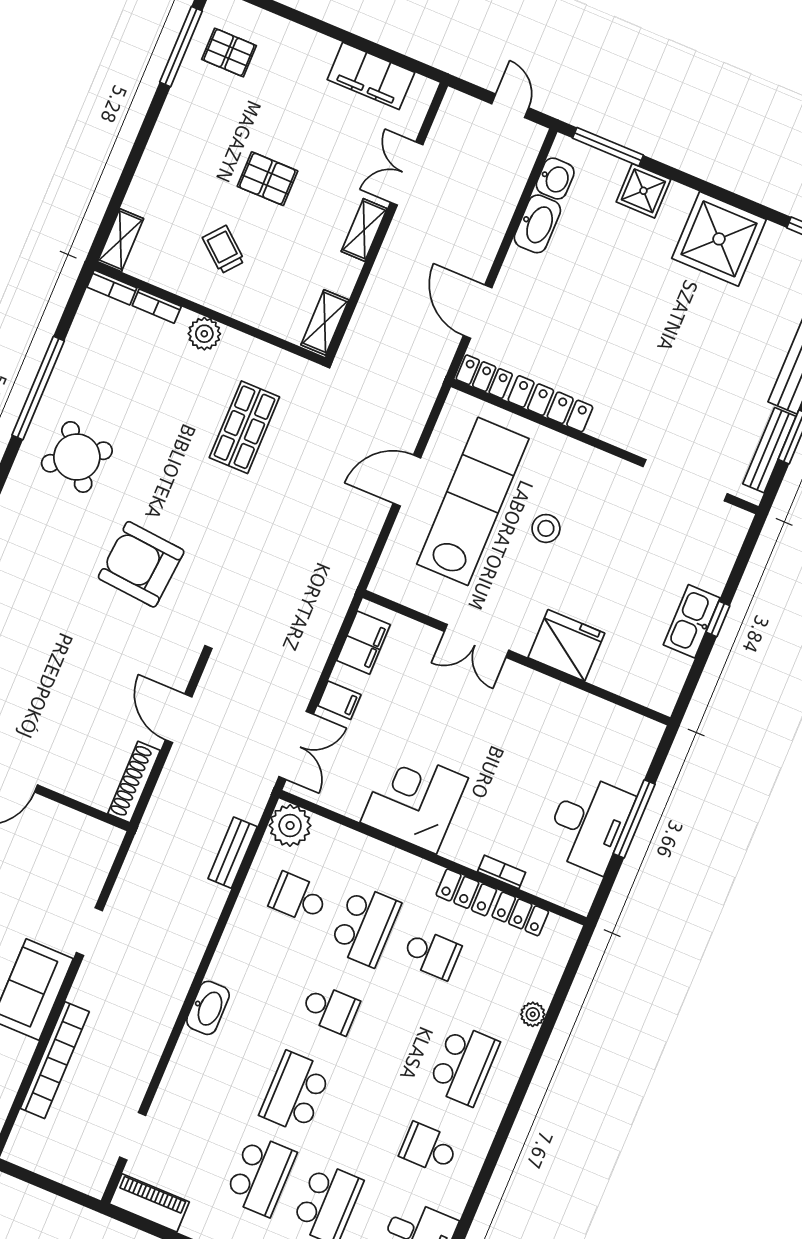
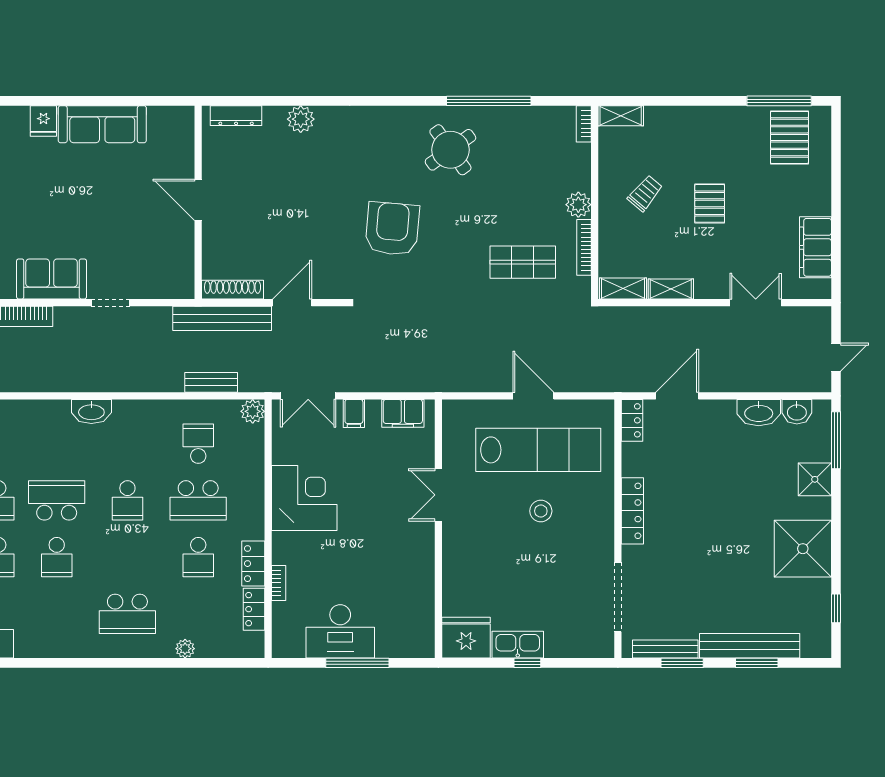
pallet: (229, 53) -> (789, 137), width x1.50, depth x1.42
shelving: (364, 230) -> (671, 289), moved
bookcase: (157, 306) -> (584, 247), moved, width x1.56
locker: (550, 404) -> (632, 511), moved
fridge: (566, 645) -> (466, 638), moved, turned -90
bench: (163, 808) -> (222, 318), added
plant: (290, 826) -> (253, 411), width x0.73, depth x0.73
school desk: (429, 1148) -> (57, 557), moved, turned 180

